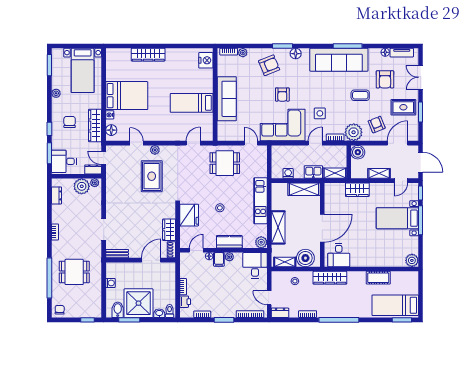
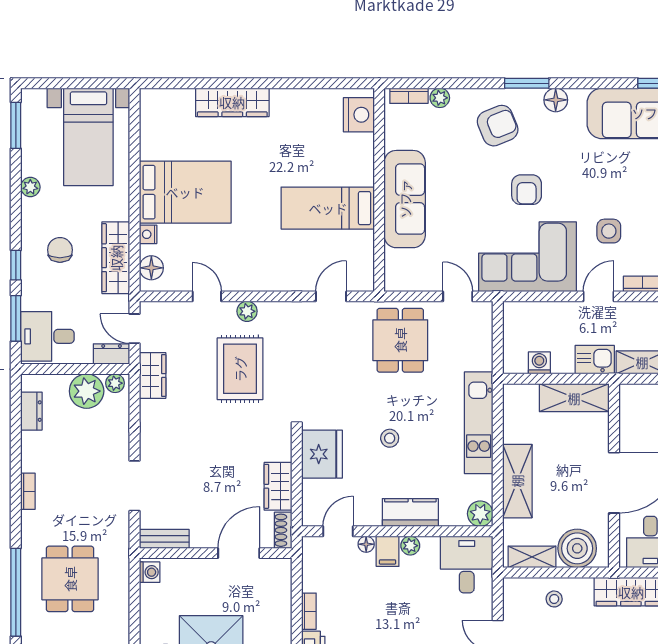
dining table: (225, 163) -> (400, 340), turned 90
wardrobe: (112, 179) -> (153, 376), added
dining table: (74, 272) -> (70, 579), turned 90
washing machine: (110, 283) -> (150, 572), moved

